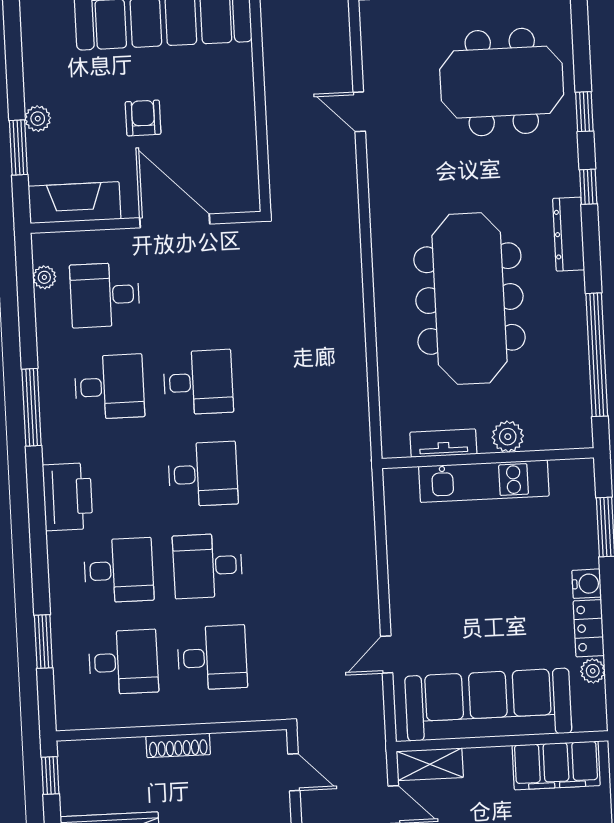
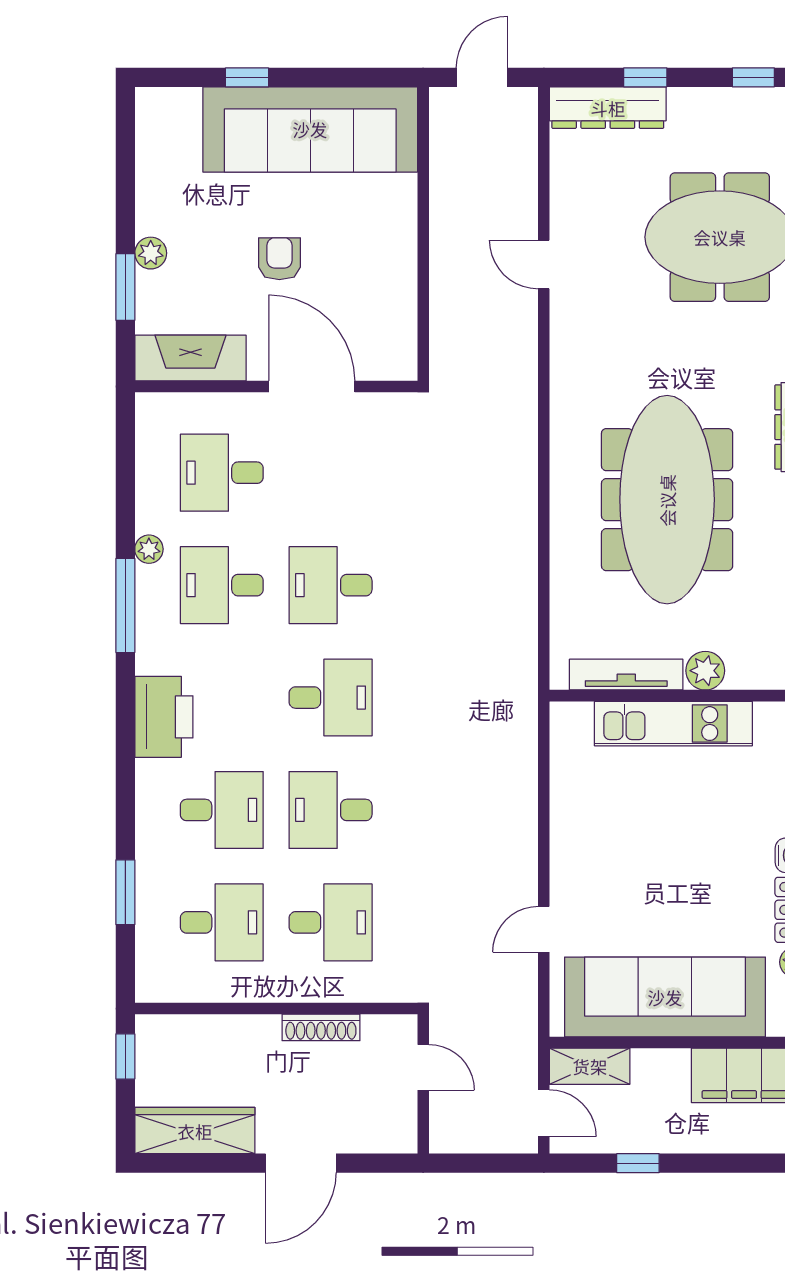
plant: (44, 277) -> (149, 549), moved
desk: (198, 382) -> (331, 585), turned 180
desk: (109, 387) -> (222, 585), turned 180
tv unit: (443, 443) -> (626, 675), width x1.41
shoe rack: (178, 745) -> (321, 1027), moved

